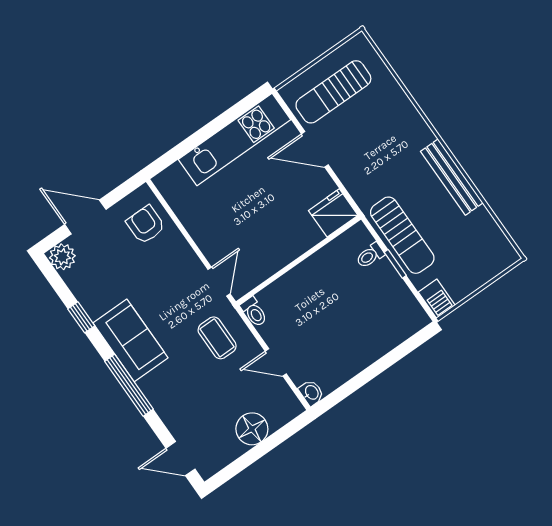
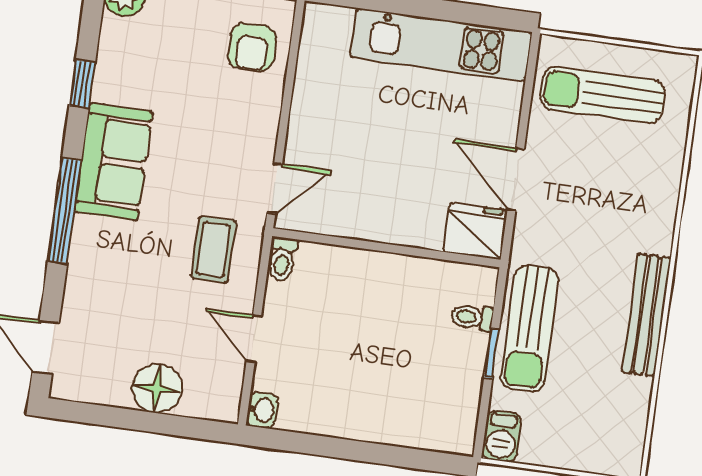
door: (315, 149) -> (516, 179), moved
armchair: (146, 225) -> (252, 47), turned 180

